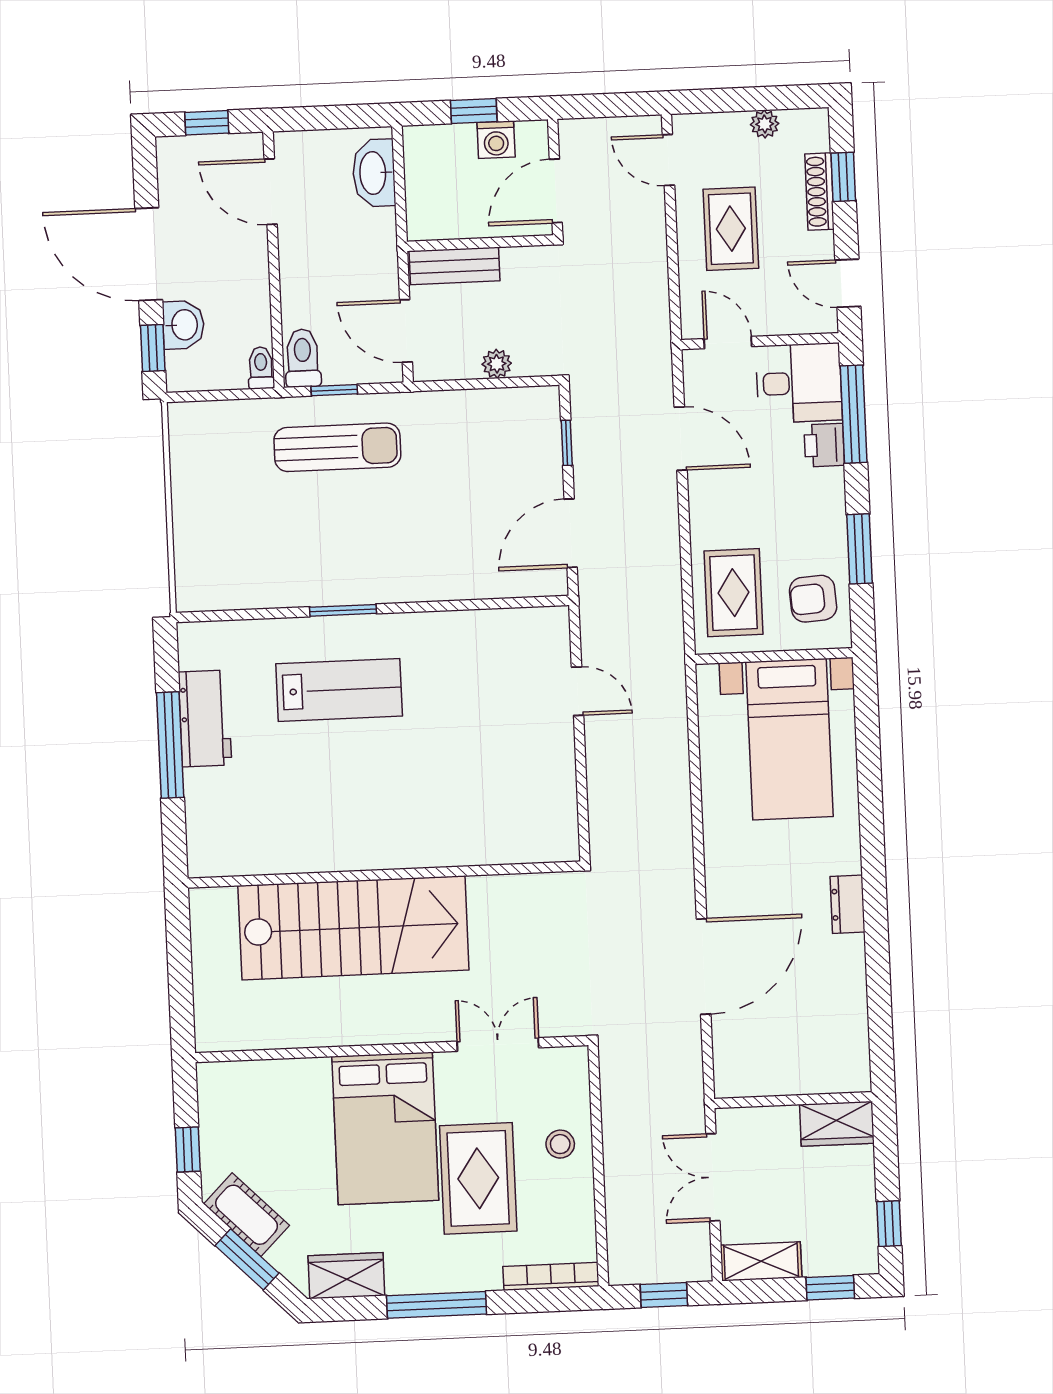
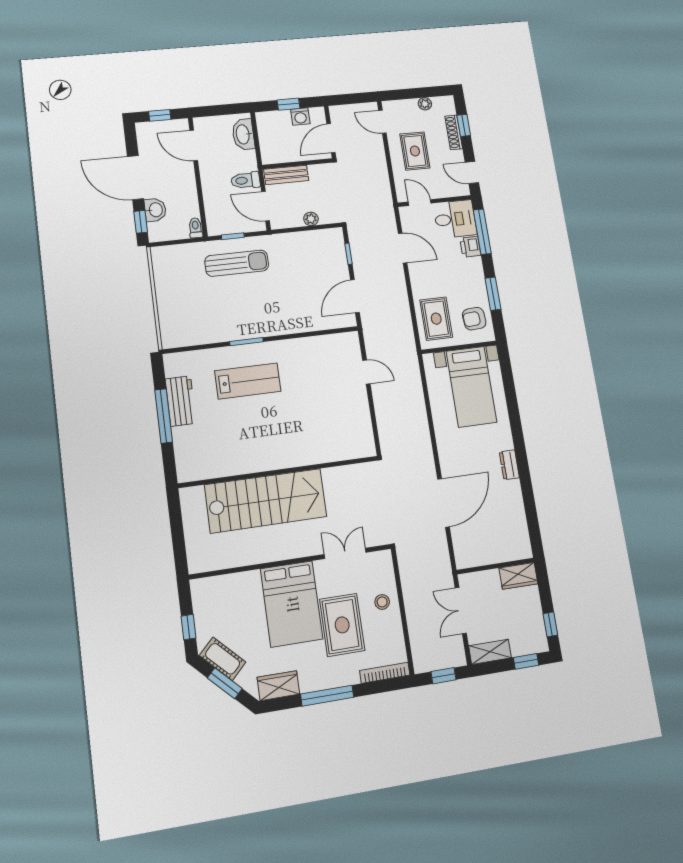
toilet: (303, 358) -> (245, 180), moved, turned -90

